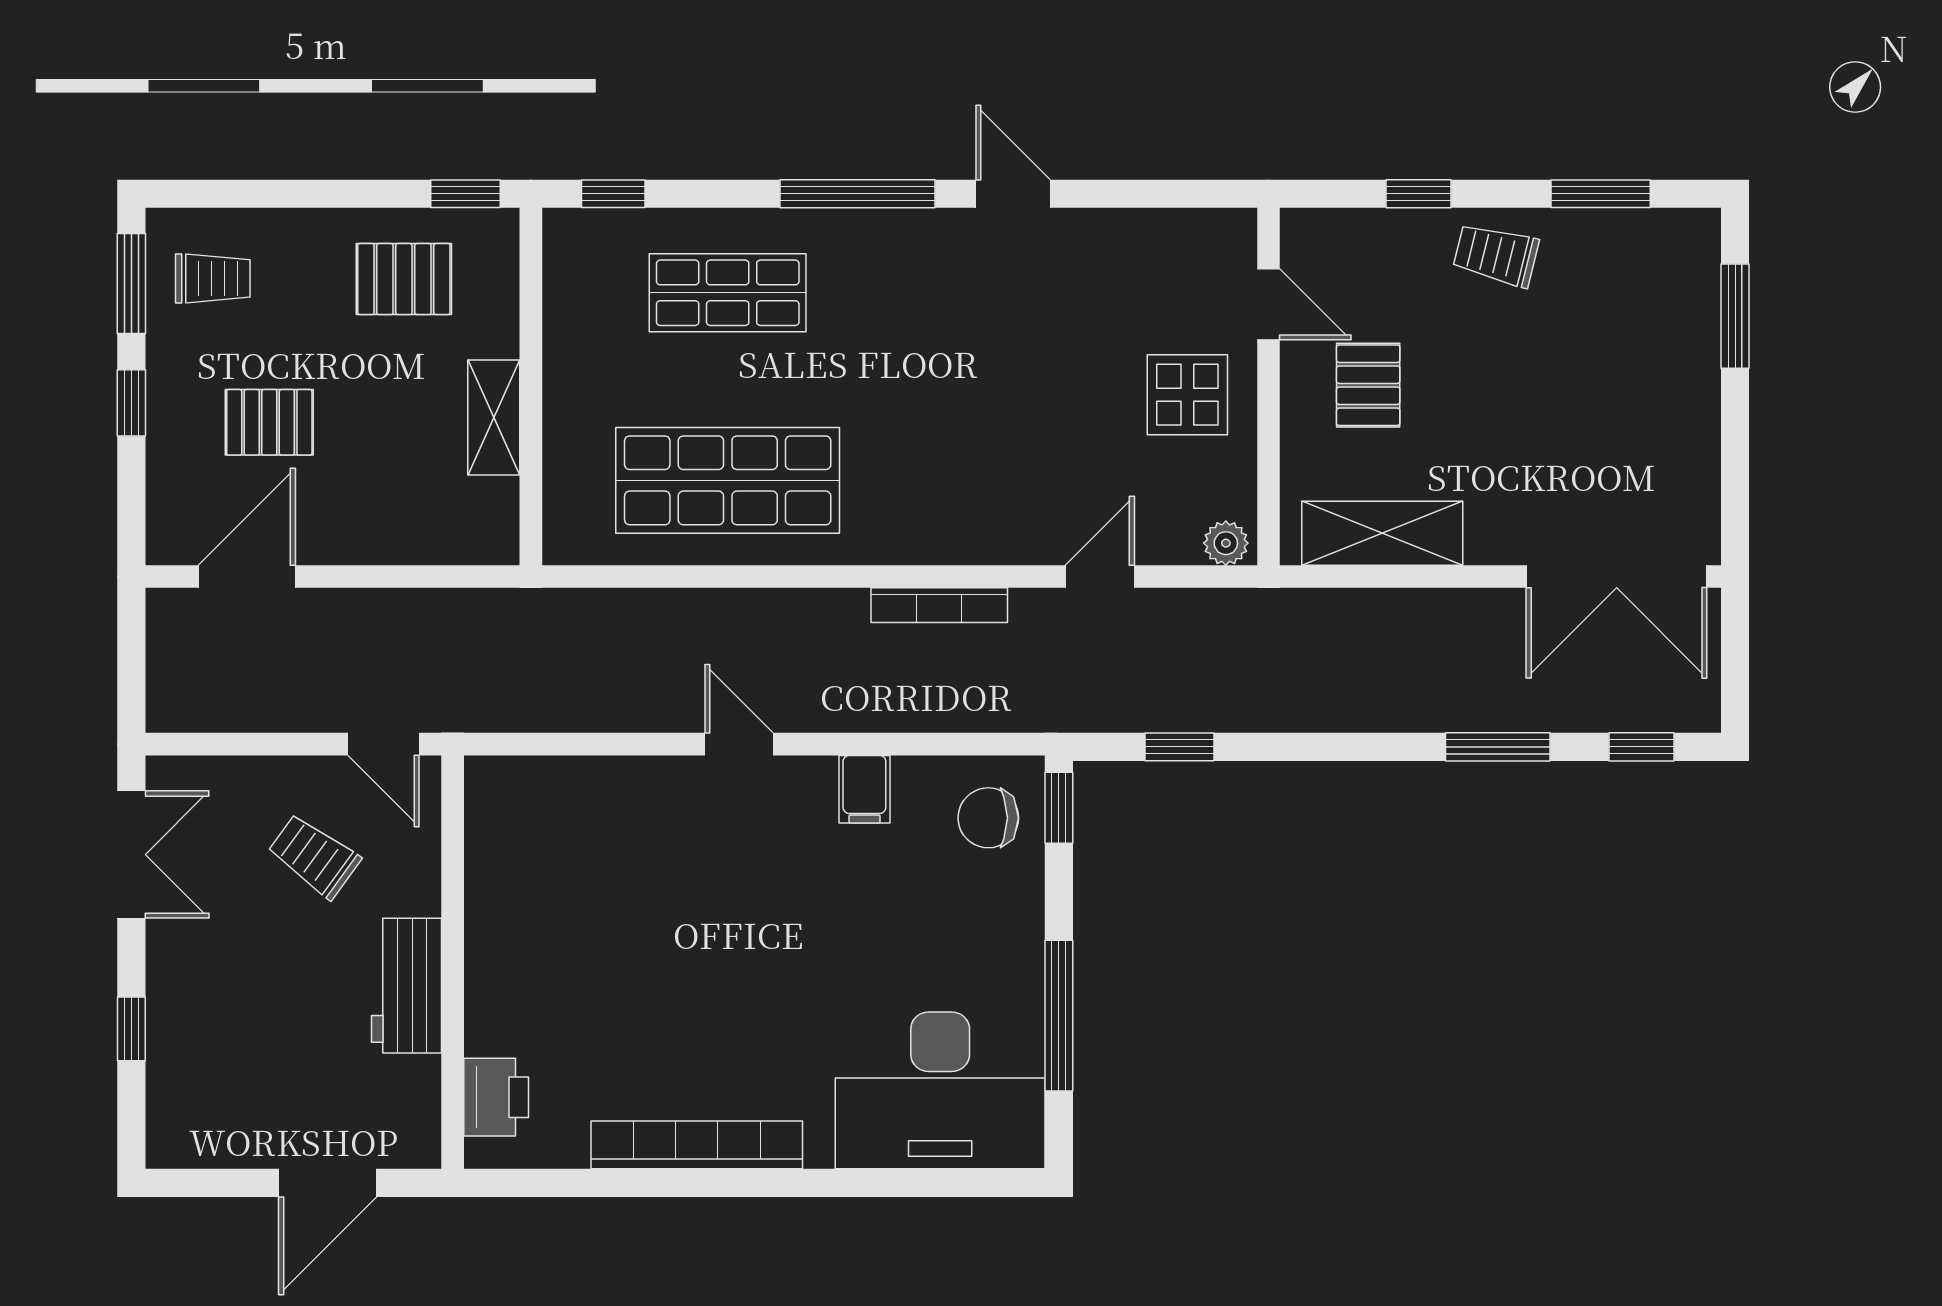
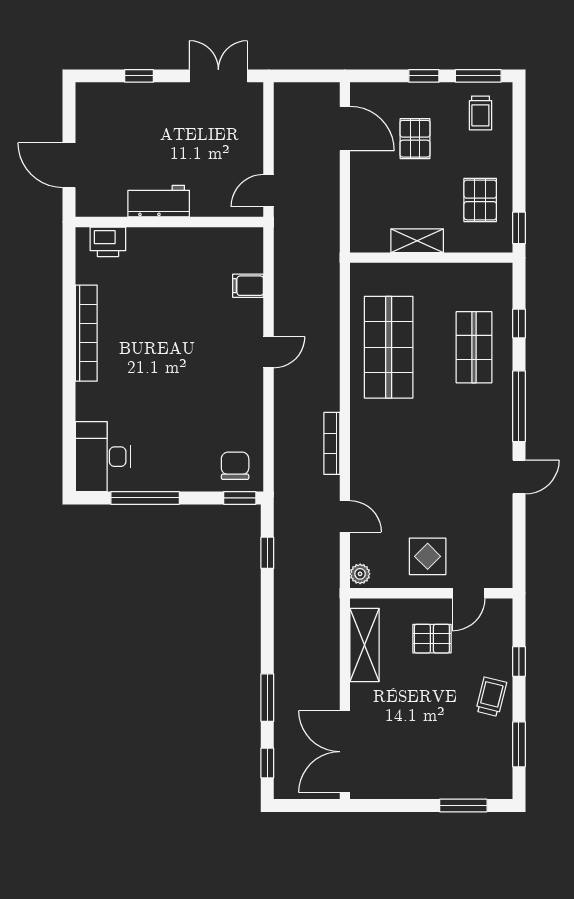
window: (613, 194) -> (519, 323), moved
filing cabinet: (864, 789) -> (248, 286), moved
double door: (131, 855) -> (218, 76), swing flipped
trolley: (314, 856) -> (218, 159), removed
desk: (940, 1090) -> (103, 457), width x0.73, depth x0.77

